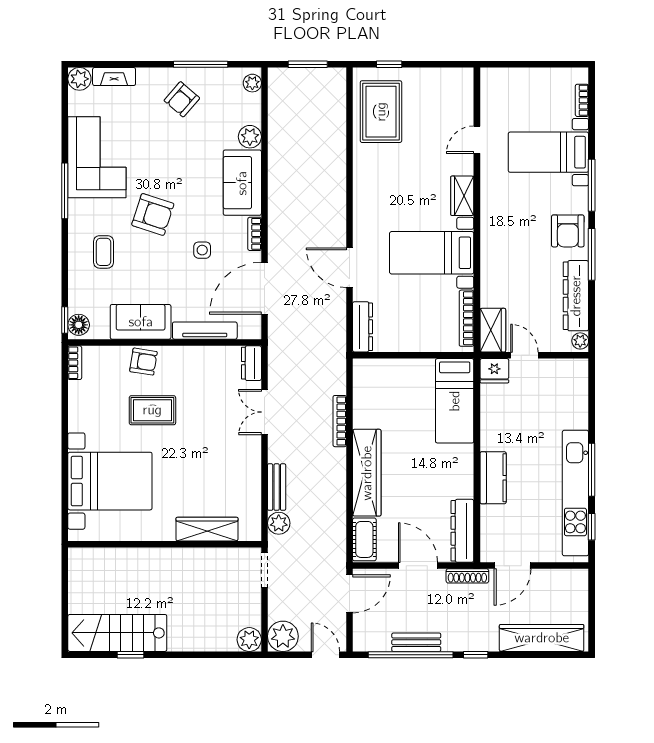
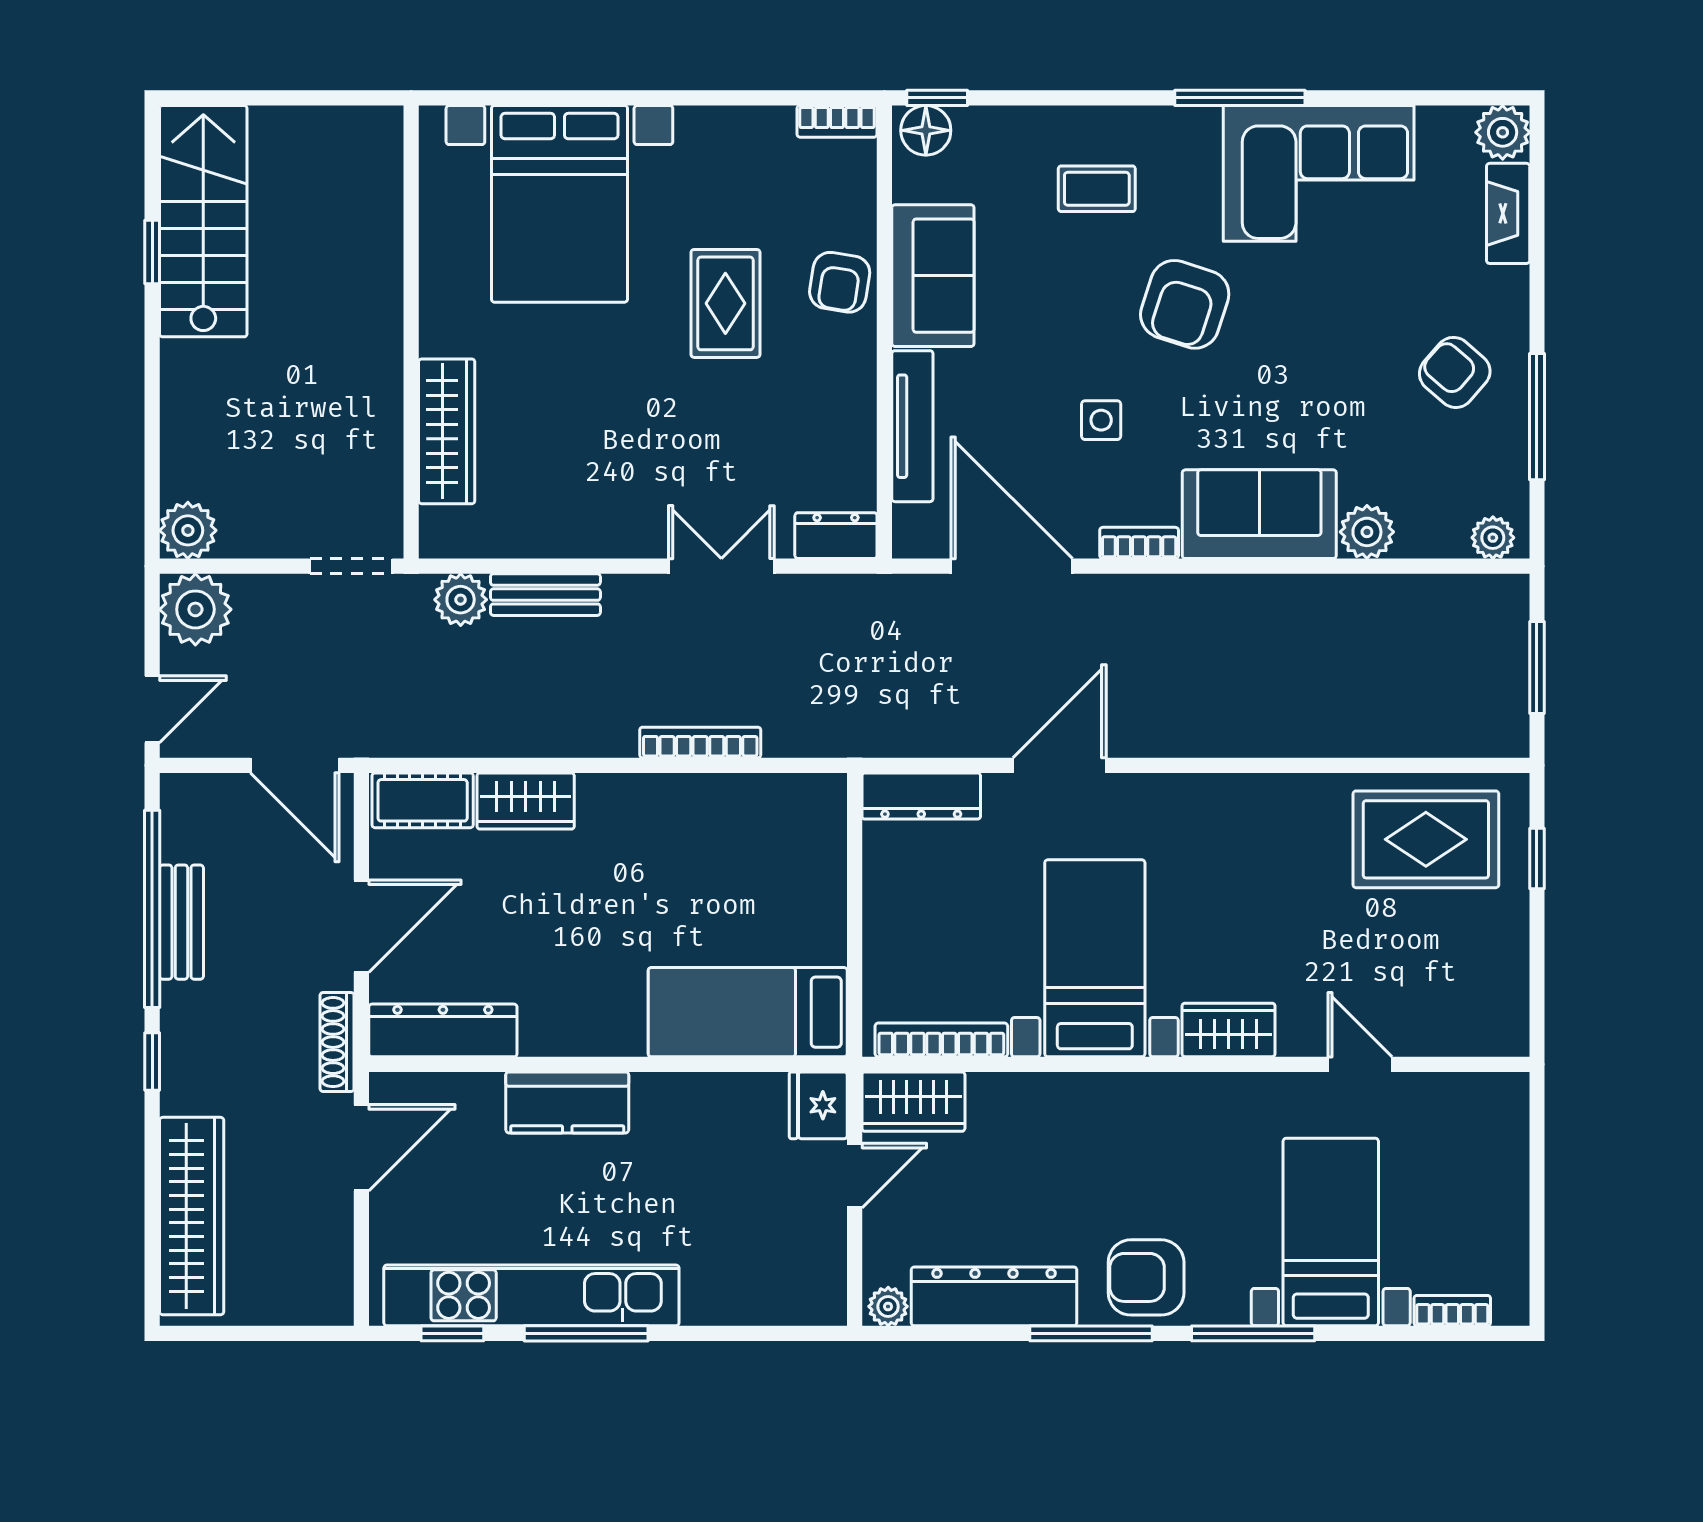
wardrobe: (367, 473) -> (526, 801), width x0.48, depth x0.85
door: (513, 566) -> (361, 1148), swing flipped

